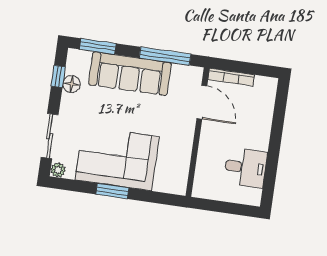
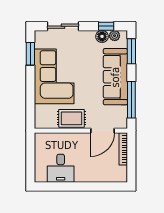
rug: (179, 143) -> (72, 118), added
plant: (58, 170) -> (115, 36), moved
window: (112, 191) -> (30, 54), moved

